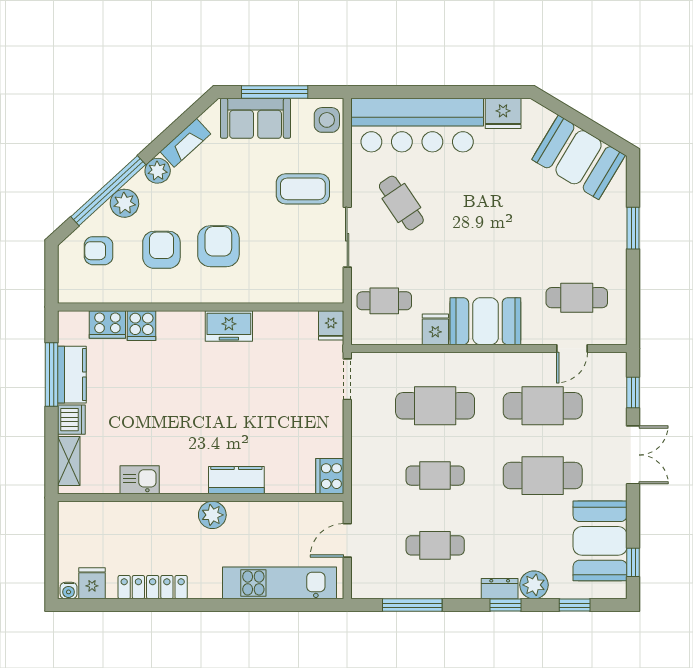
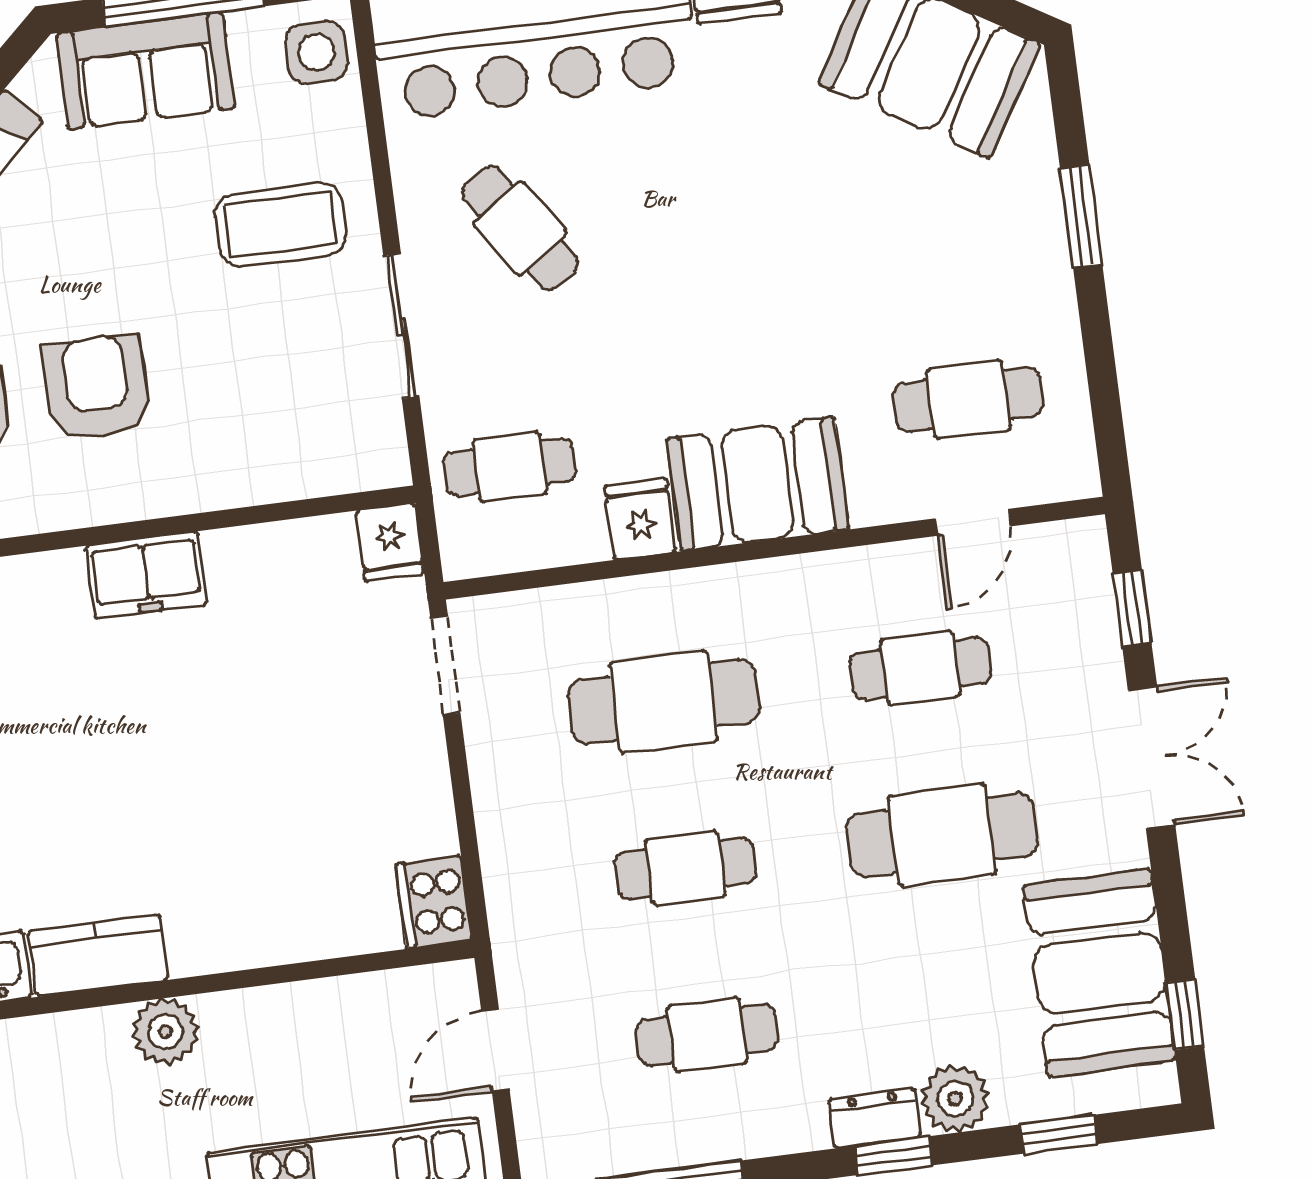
cafe table: (543, 406) -> (920, 668), width x0.73, depth x0.74
kitchen counter: (236, 480) -> (98, 955), moved

